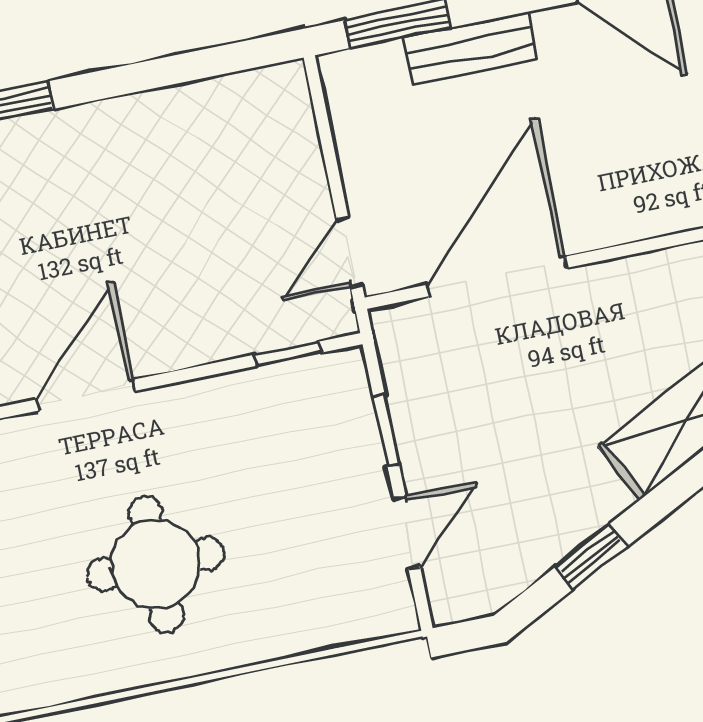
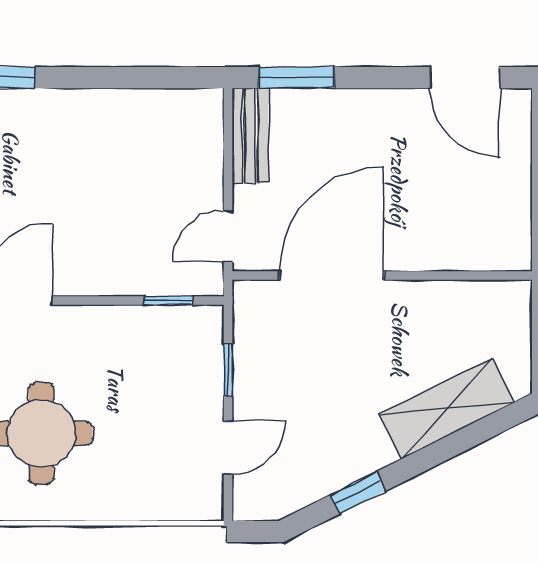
bench: (470, 48) -> (250, 136), moved, turned 90

